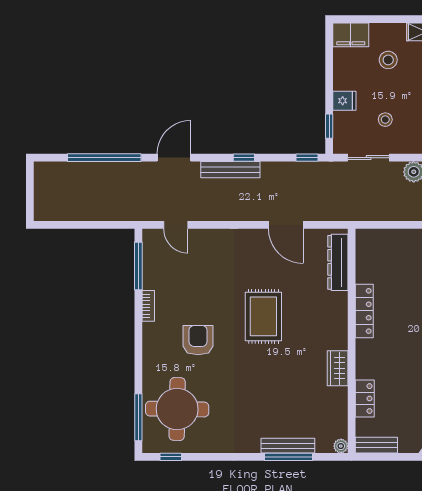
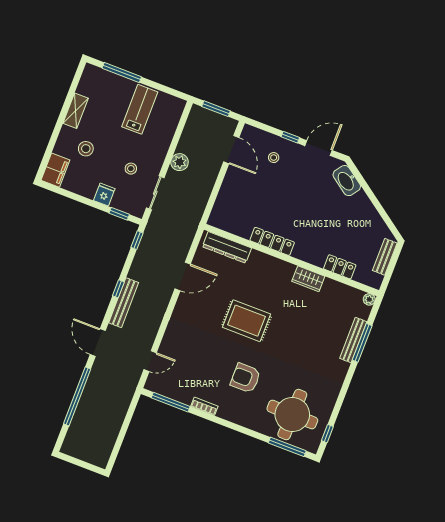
bench: (376, 445) -> (385, 257), moved

